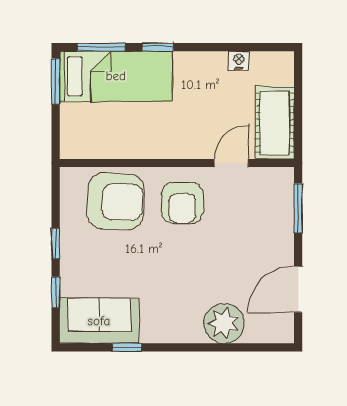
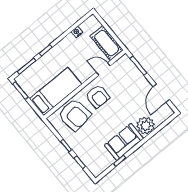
bed: (116, 76) -> (56, 92), moved
door: (231, 163) -> (103, 69), hinge flipped
armchair: (115, 202) -> (75, 115), turned 79
sofa: (99, 321) -> (124, 142), moved

